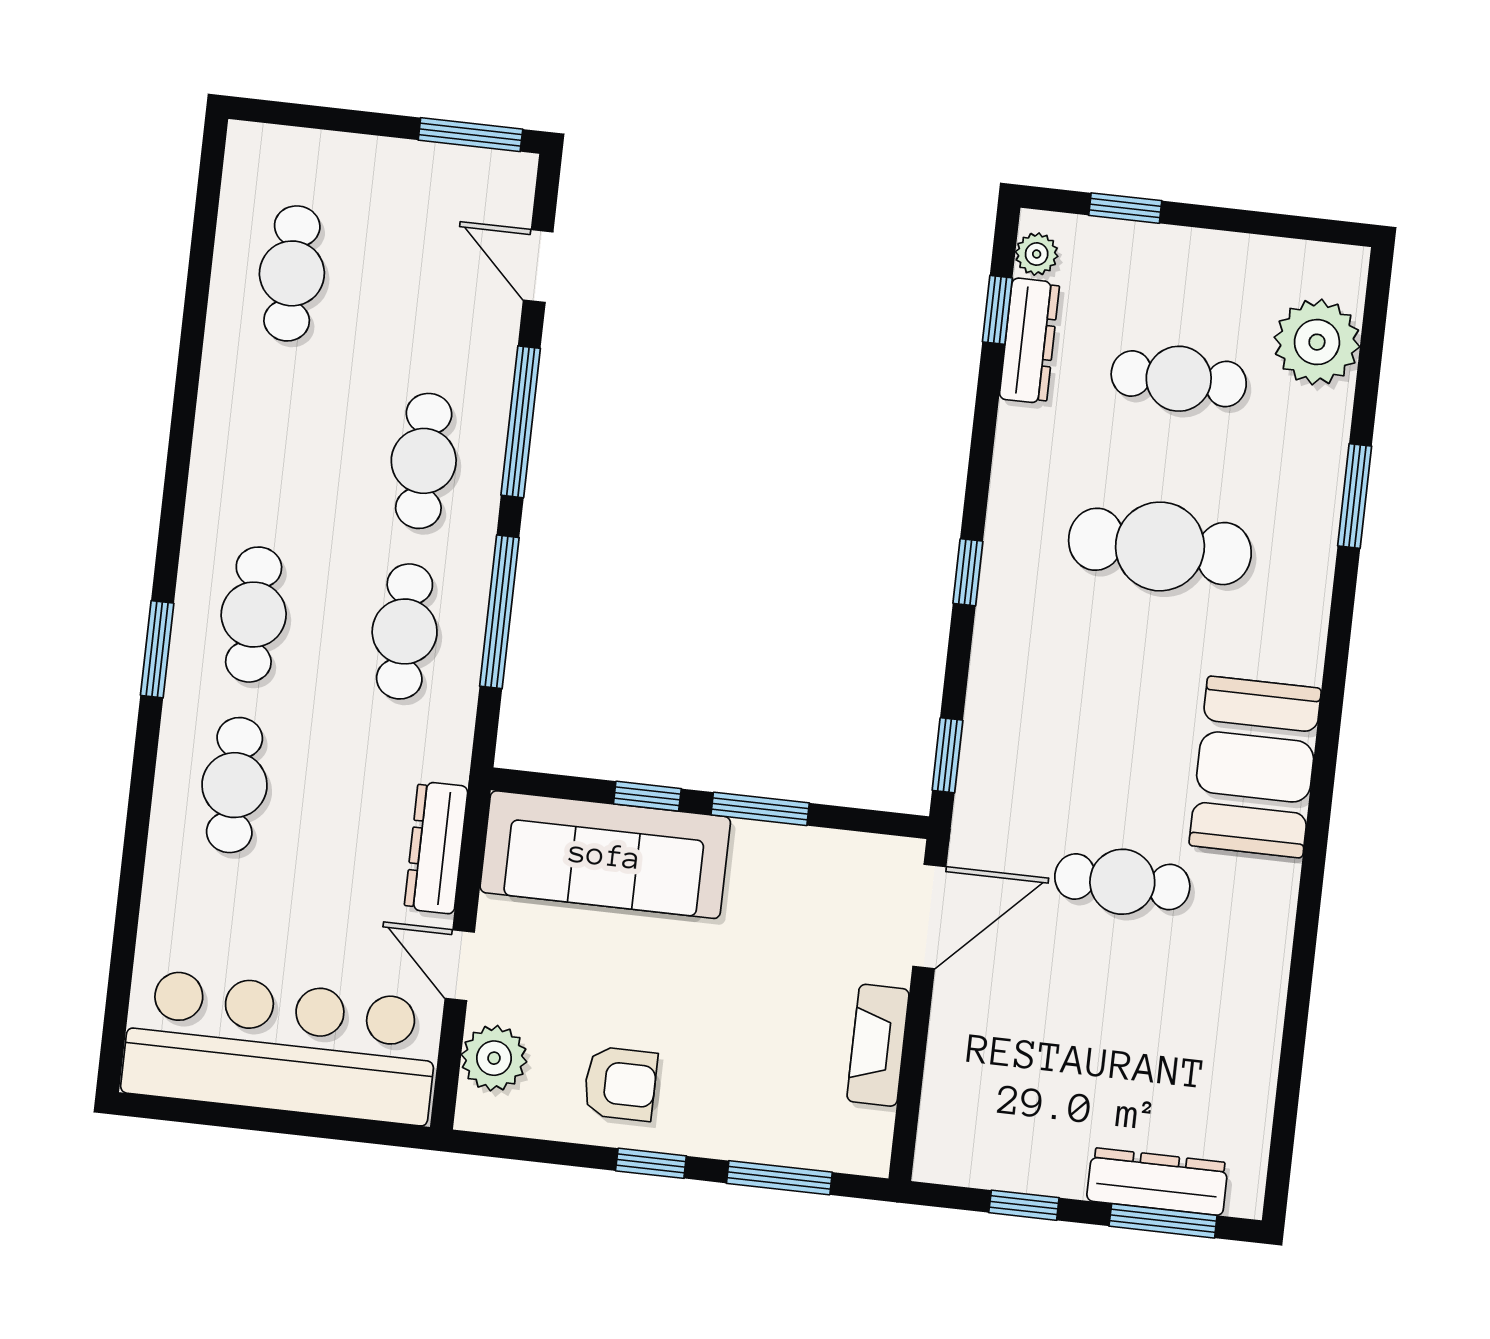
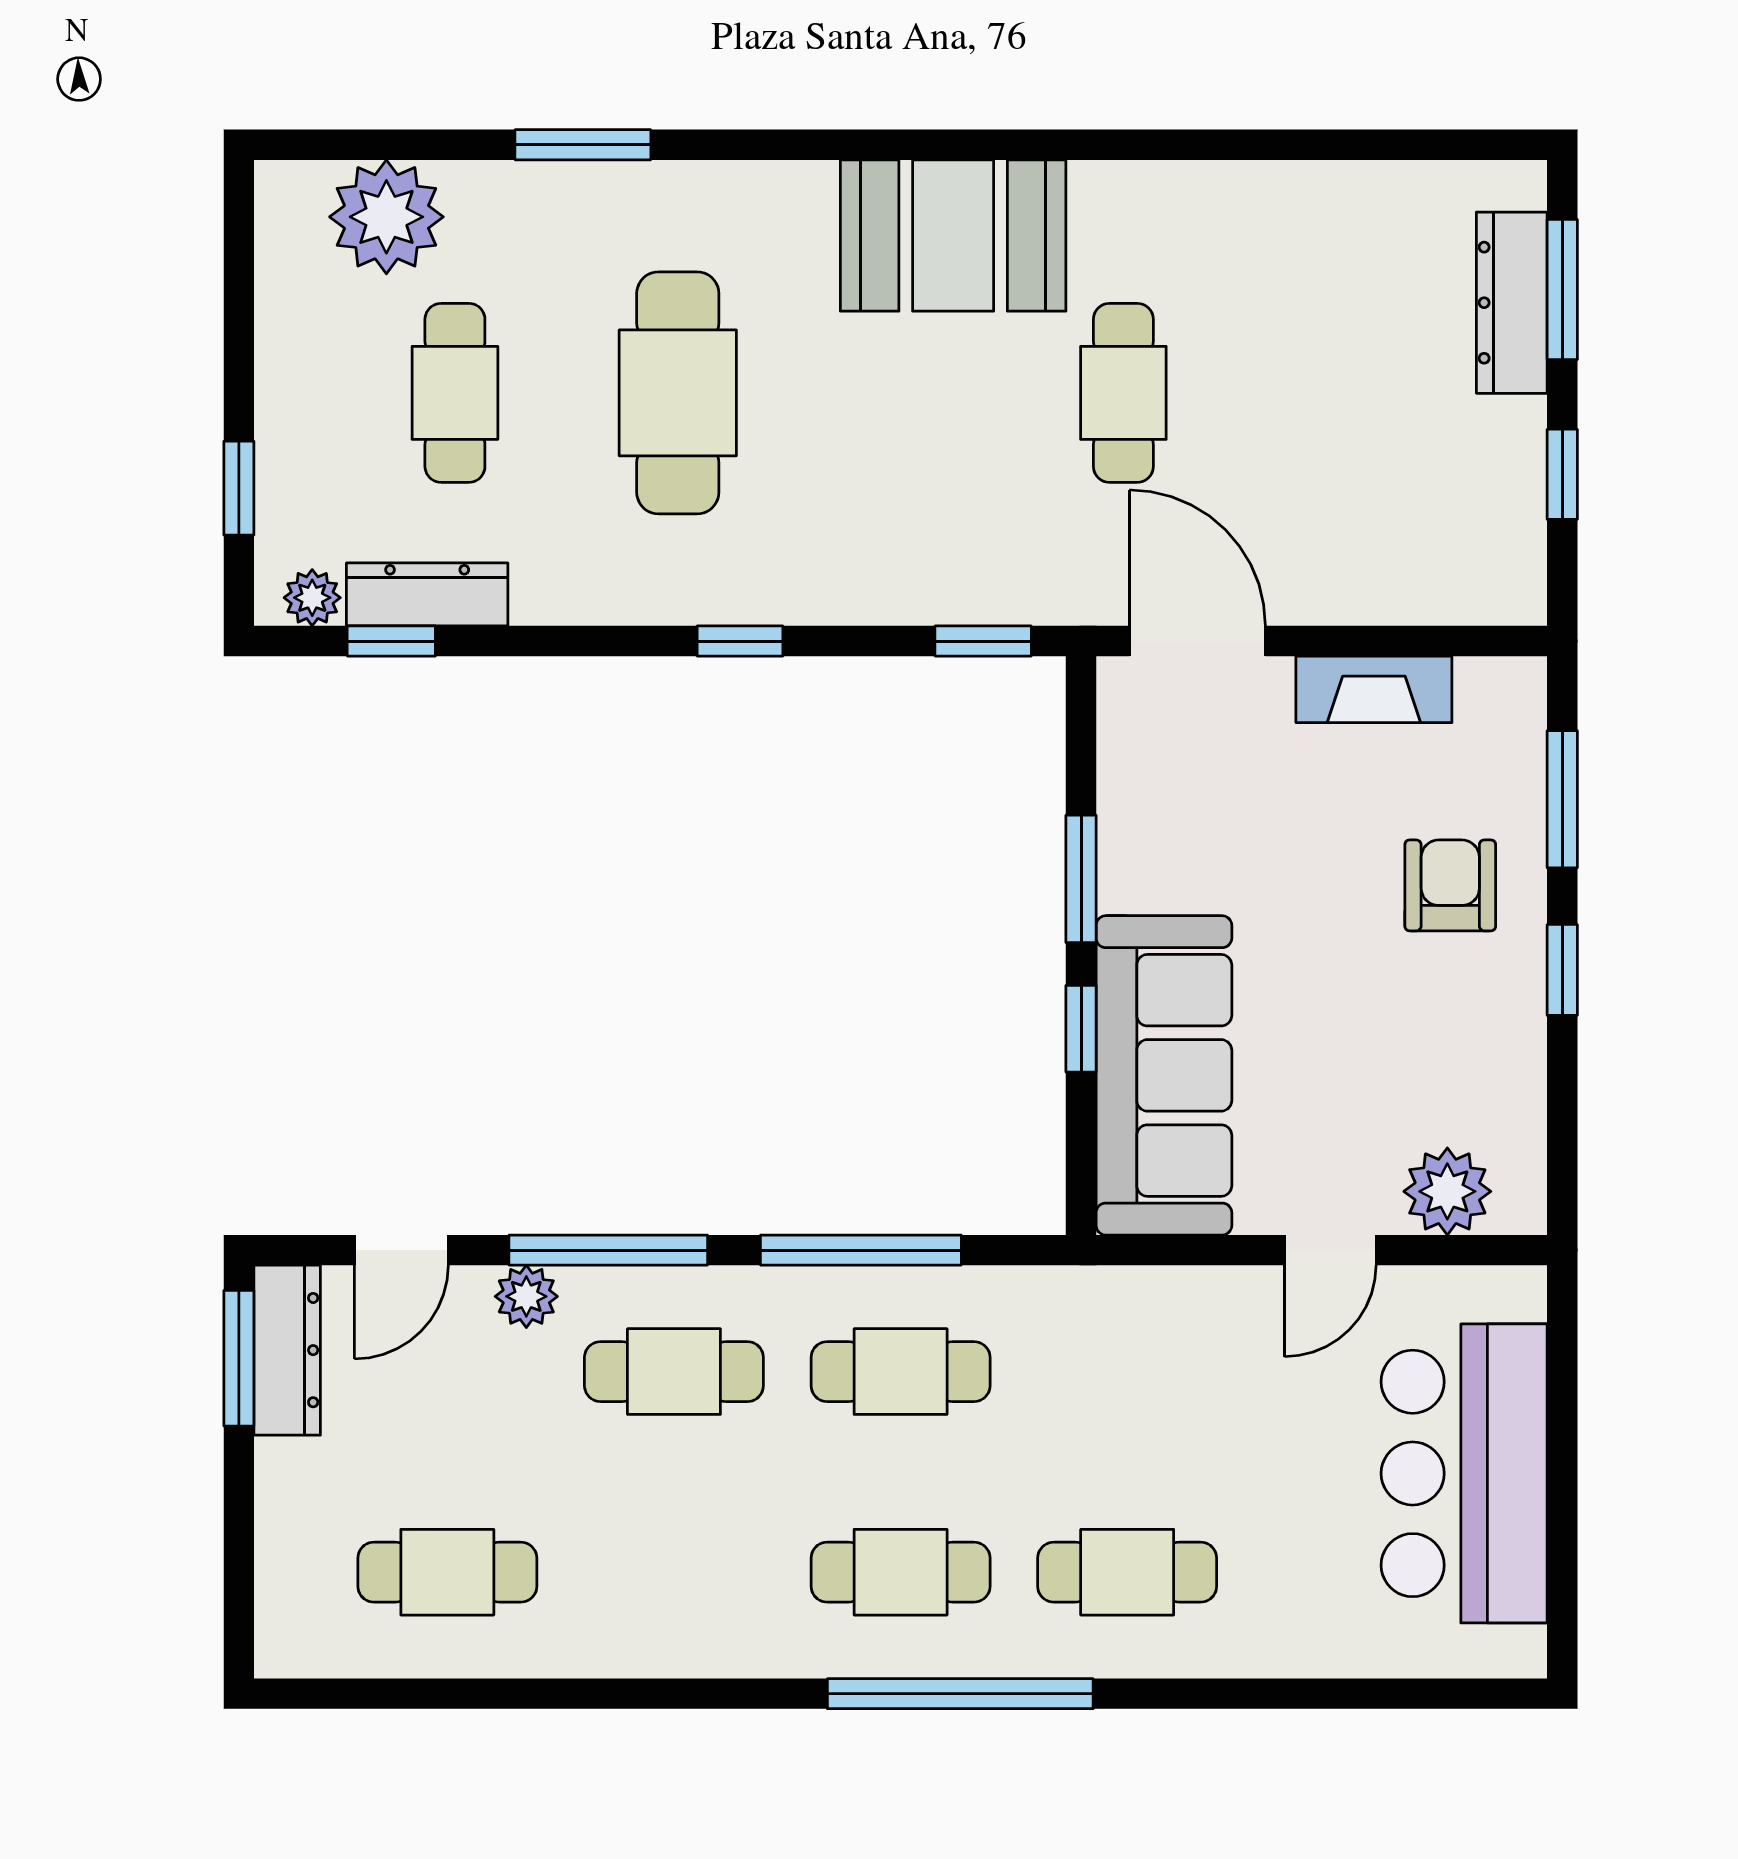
plant: (493, 356) -> (526, 1296), added
window: (157, 649) -> (960, 1694), width x2.11
dresser: (436, 848) -> (287, 1350), moved, turned -90
bar counter: (280, 1047) -> (1464, 1473), width x0.73
armchair: (620, 1084) -> (1450, 885), moved

